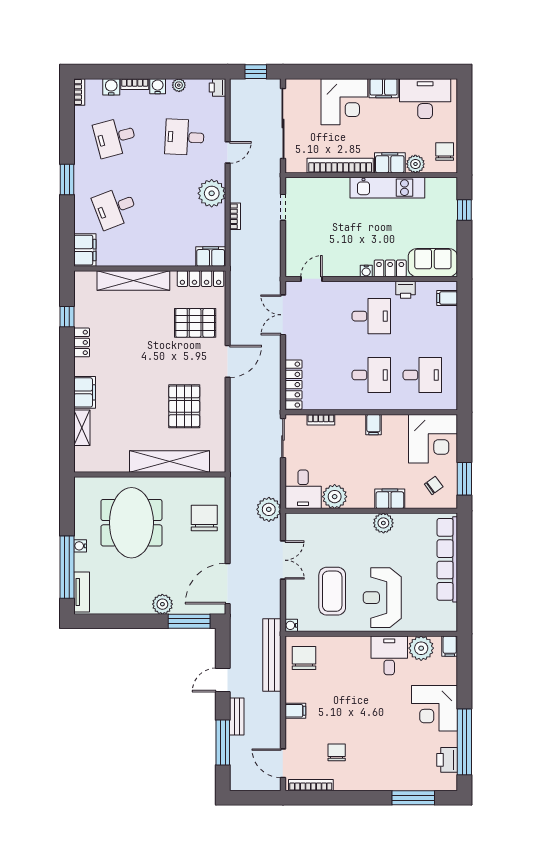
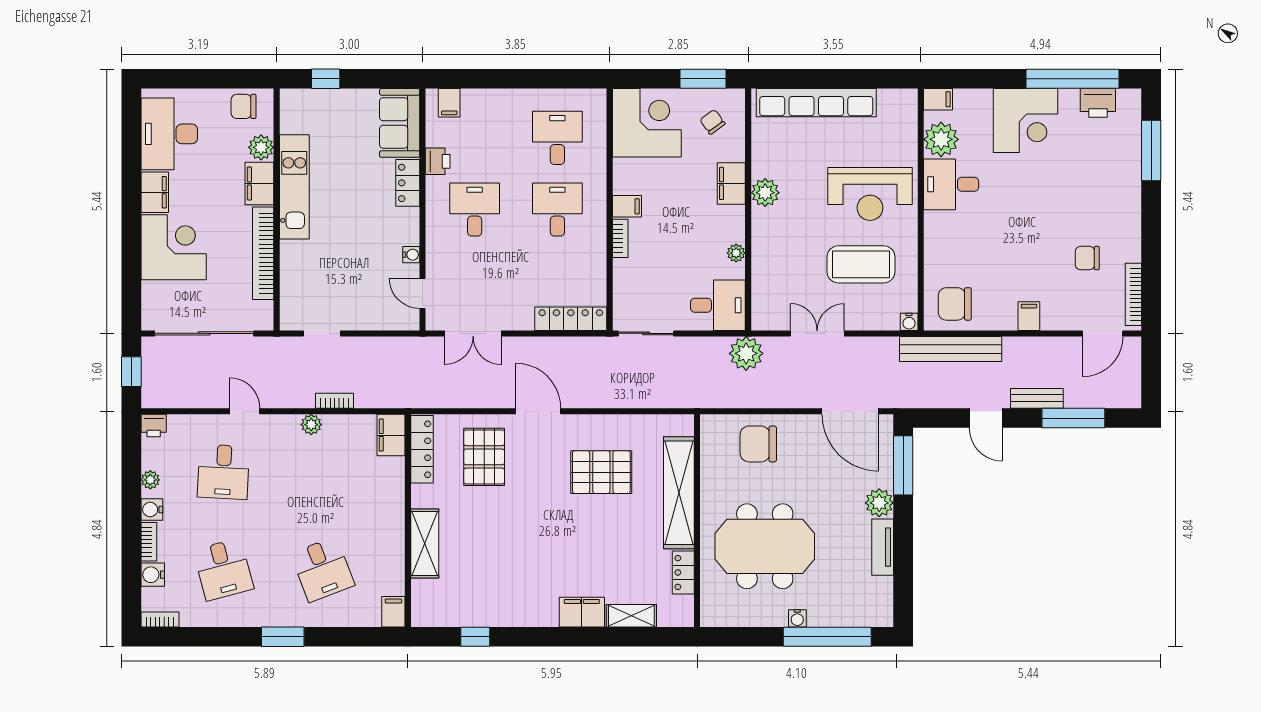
plant: (212, 193) -> (311, 425), width x0.53, depth x0.53
filing cabinet: (85, 250) -> (393, 612), width x0.50
water cooler: (366, 271) -> (411, 255), moved
shelving: (133, 281) -> (425, 543), width x0.68
locker: (82, 342) -> (683, 572), moved, turned -90
bookcase: (321, 420) -> (620, 238), moved
plant: (335, 497) -> (736, 253), width x0.53, depth x0.53
tv unit: (82, 592) -> (883, 547), moved, turned -90

